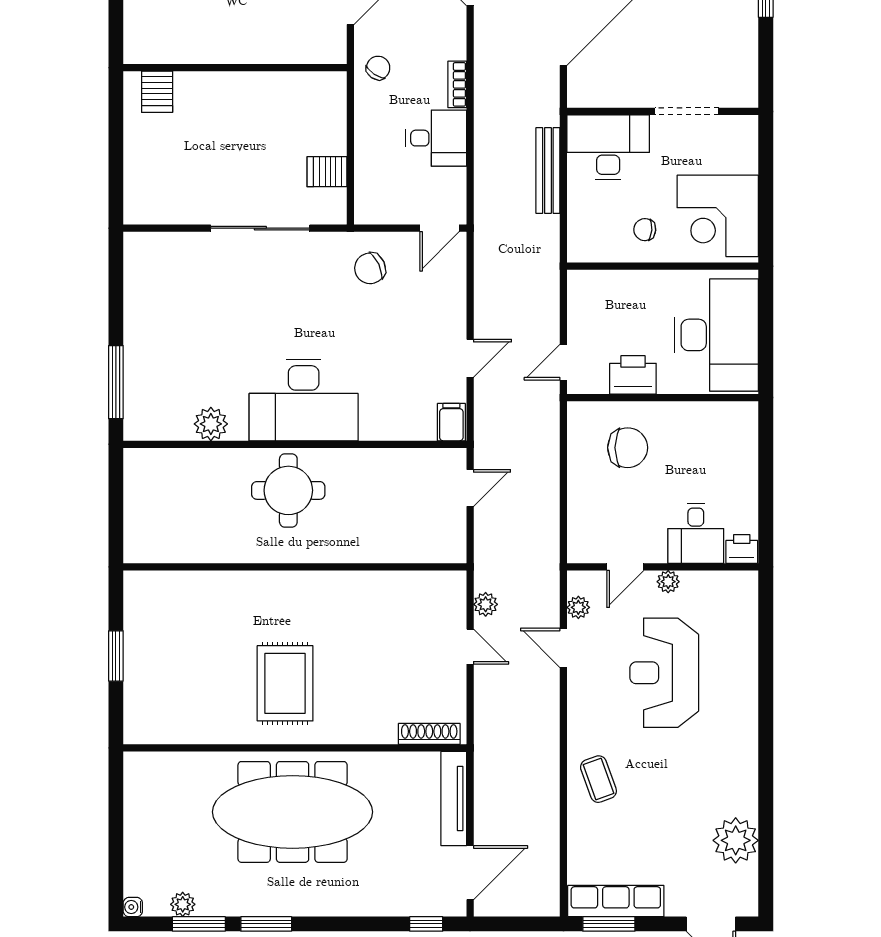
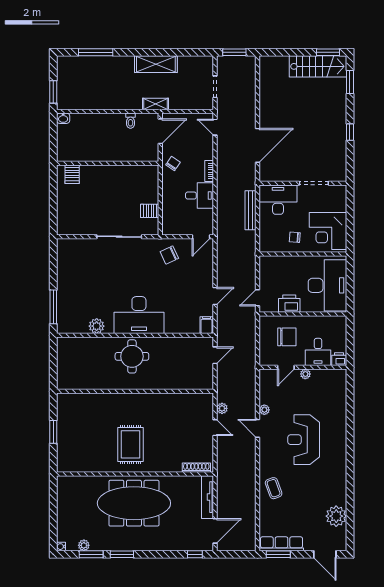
desk: (696, 533) -> (318, 352), moved
printer: (742, 549) -> (339, 359), moved
door: (625, 567) -> (286, 367), moved
wall: (663, 567) -> (303, 367), moved
plant: (668, 582) -> (305, 374), moved

